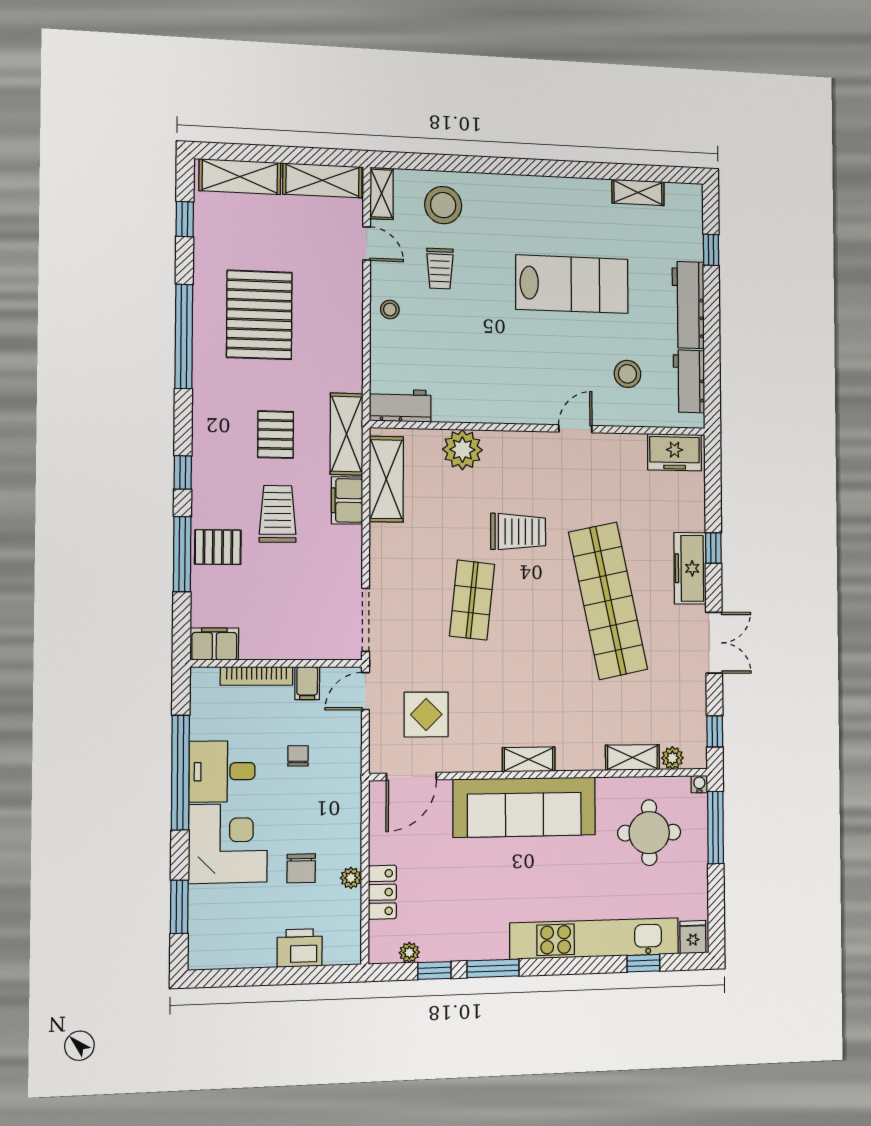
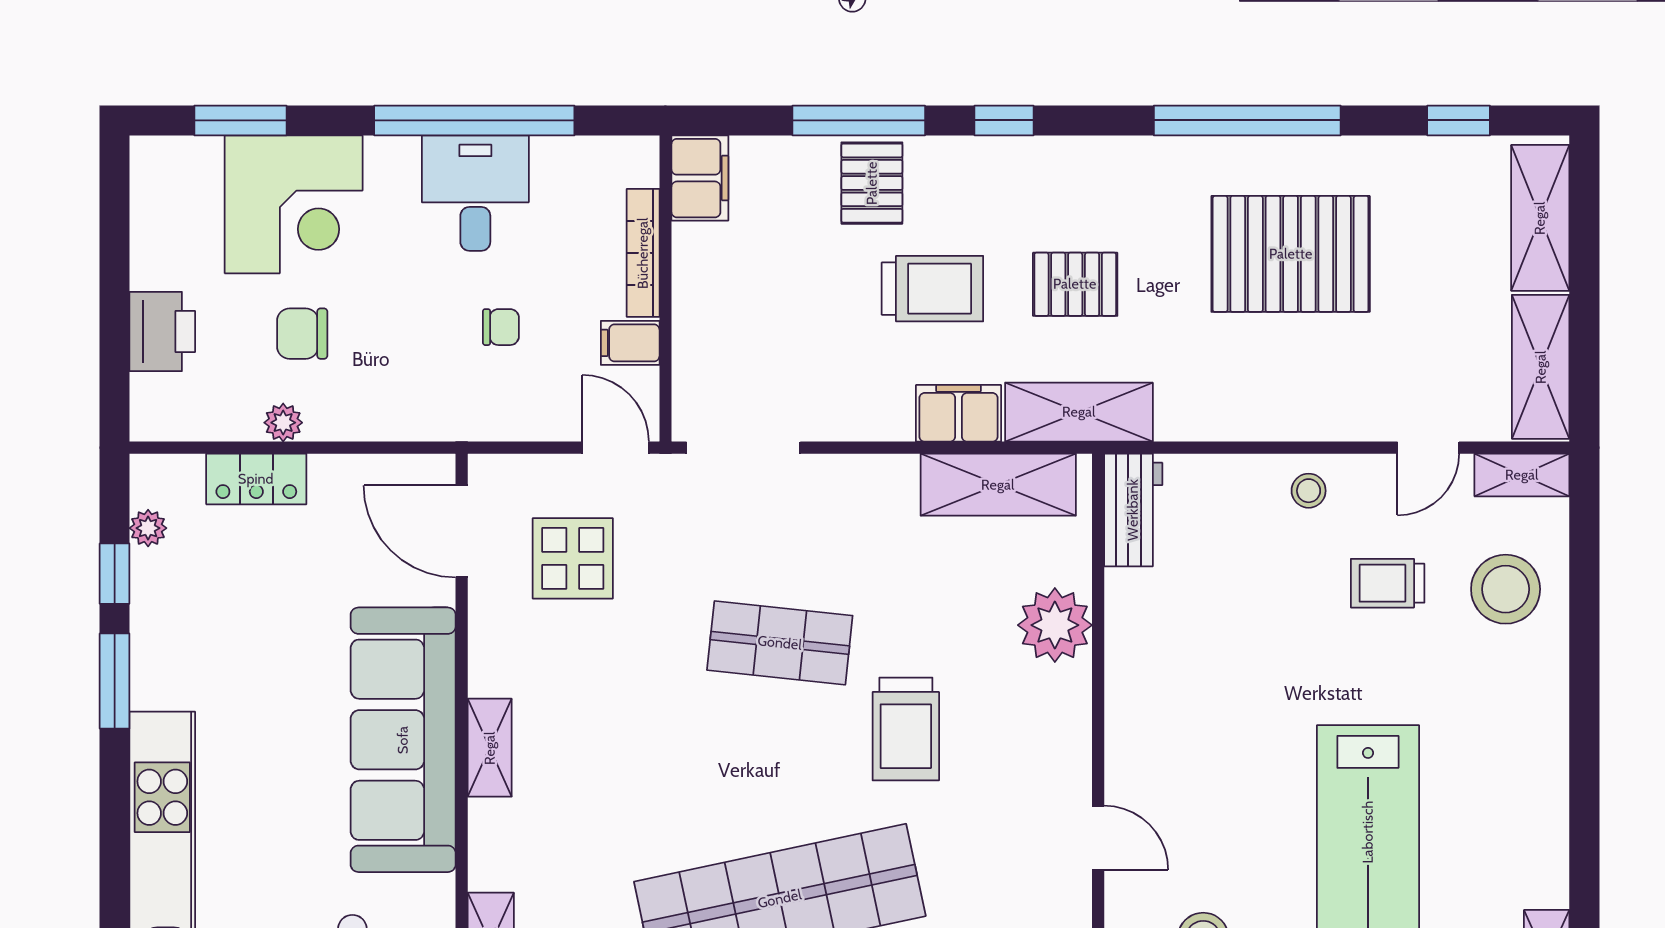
corner desk: (228, 843) -> (294, 204), moved

